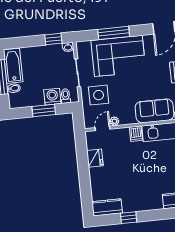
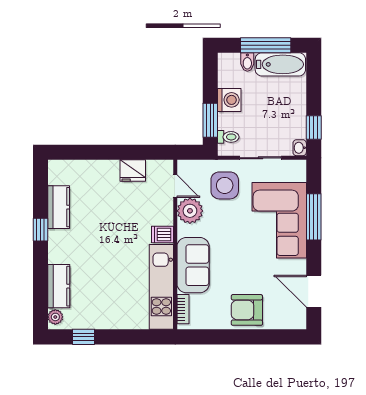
washing machine: (52, 97) -> (229, 100), moved
window: (44, 110) -> (210, 120), moved
plant: (114, 121) -> (190, 211), width x1.88, depth x1.88
kitchen counter: (107, 207) -> (59, 207), moved
window: (129, 218) -> (40, 230), moved

